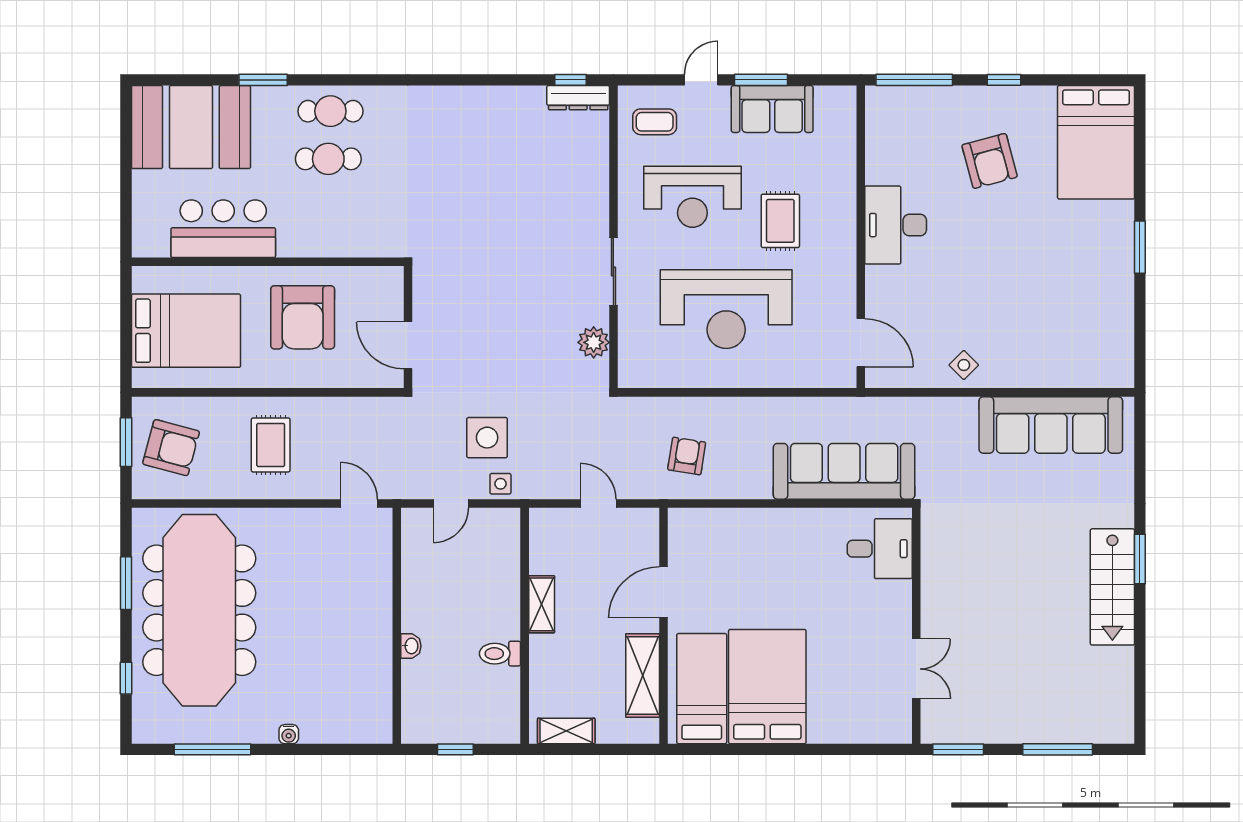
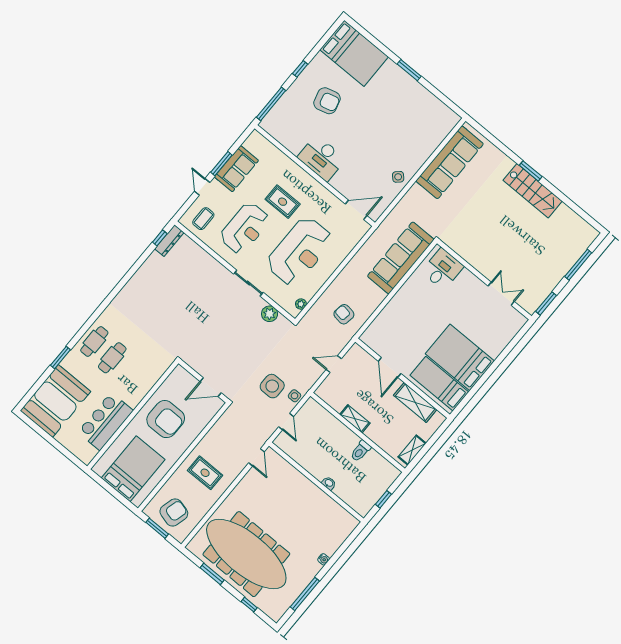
plant: (648, 378) -> (301, 304), added
door: (359, 504) -> (256, 457), swing flipped

